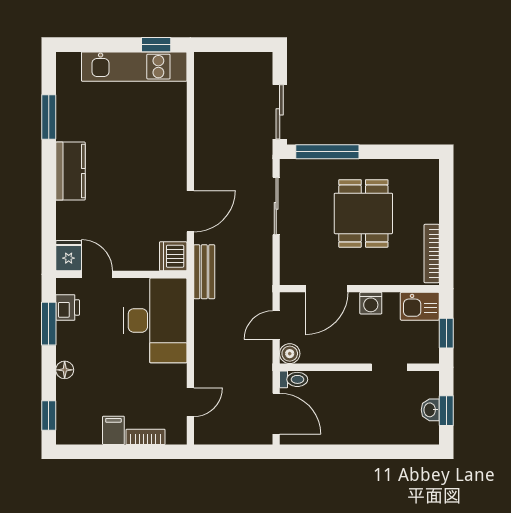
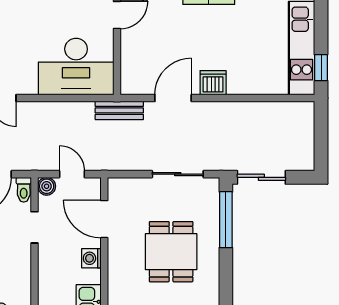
door: (190, 211) -> (173, 98), swing flipped
dining table: (363, 213) -> (171, 252), turned 90
dishwasher: (173, 256) -> (213, 83), moved
doorway: (389, 367) -> (34, 227), moved

